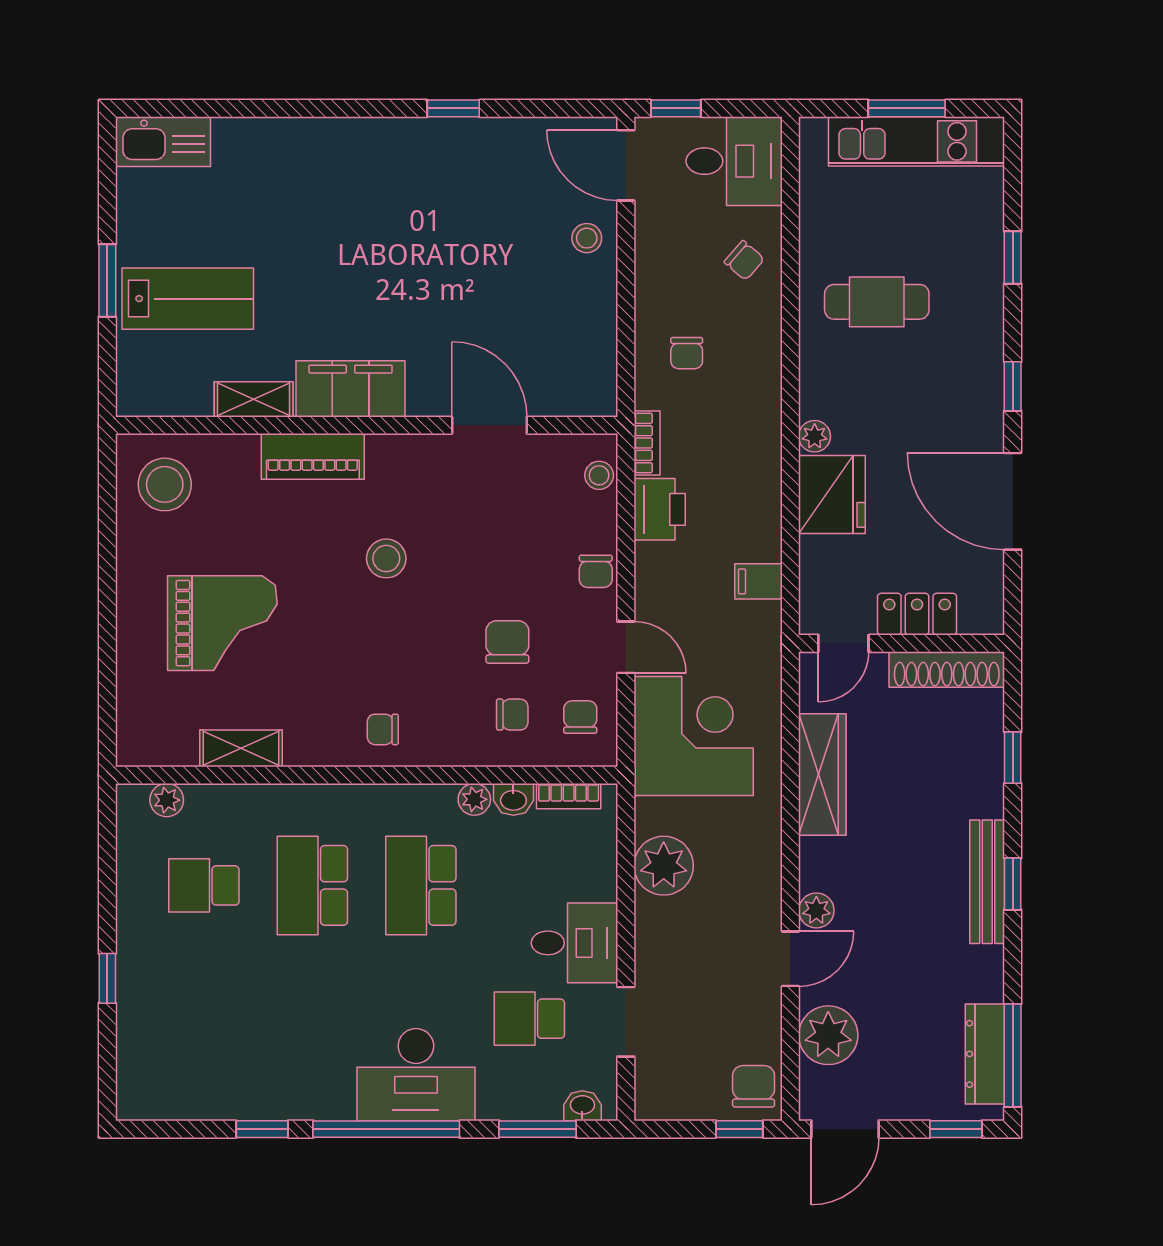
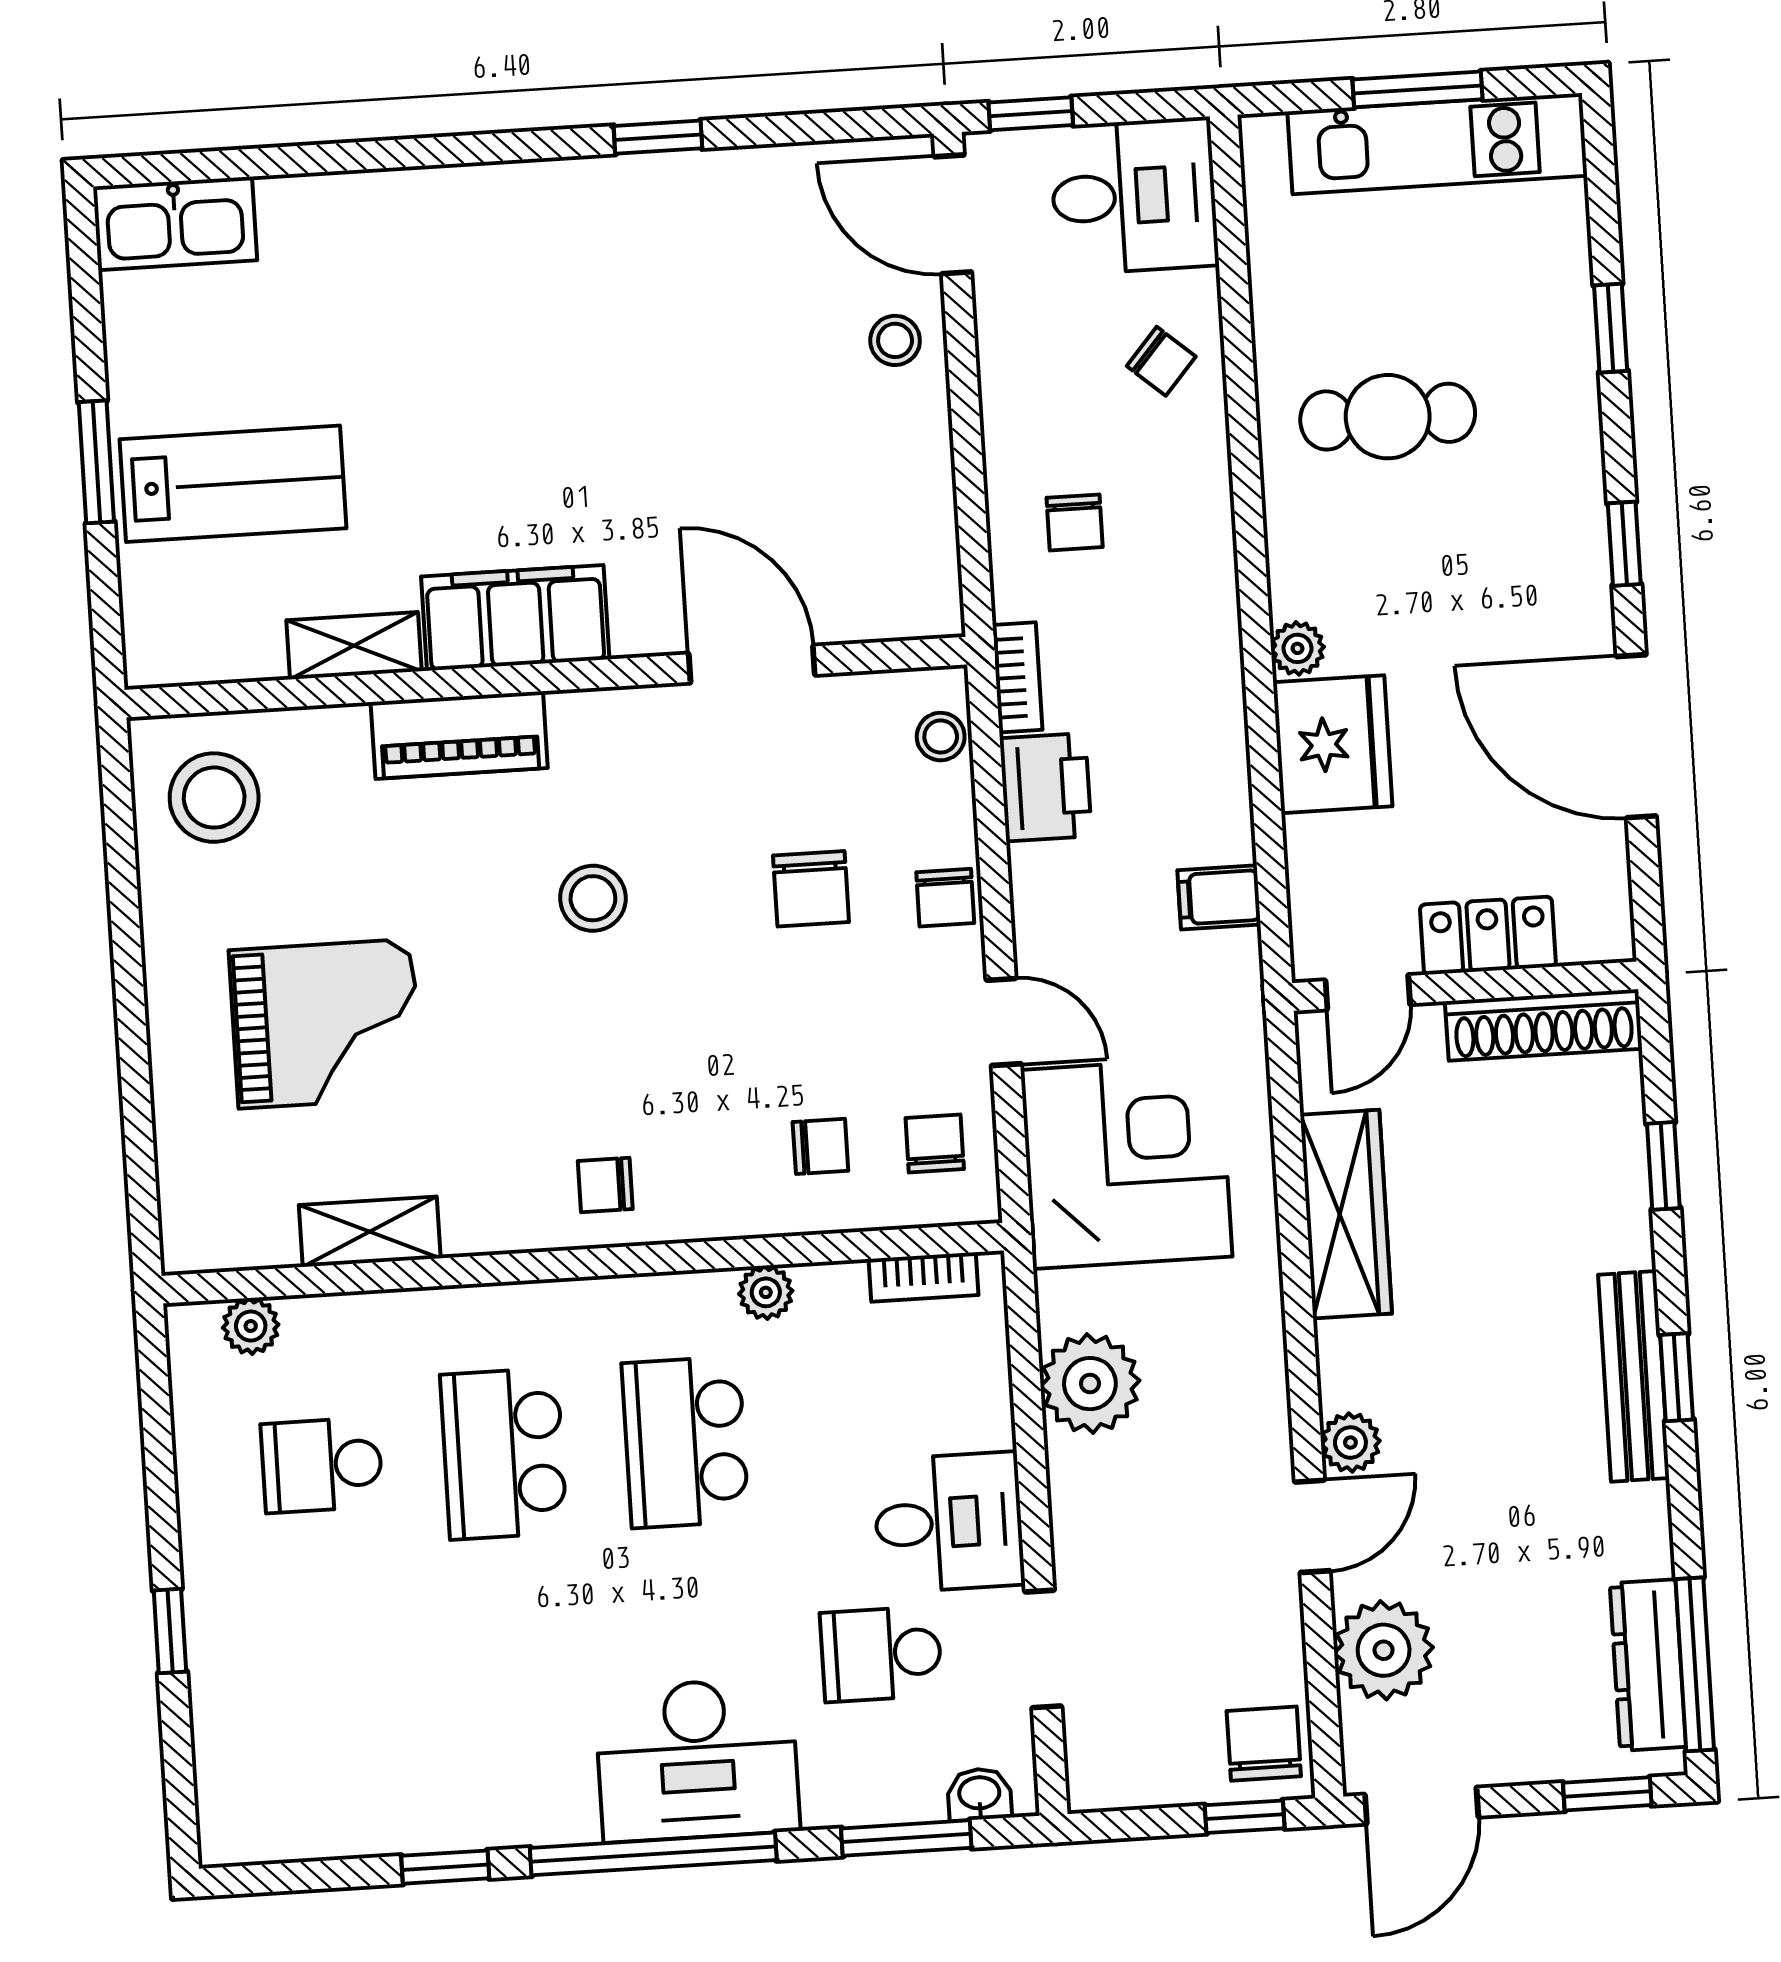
chair: (507, 642) -> (811, 889), moved, turned 180
washbasin: (513, 799) -> (831, 1288), removed

